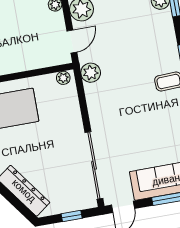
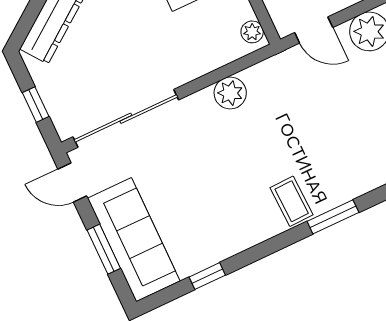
plant: (91, 73) -> (230, 93), moved

